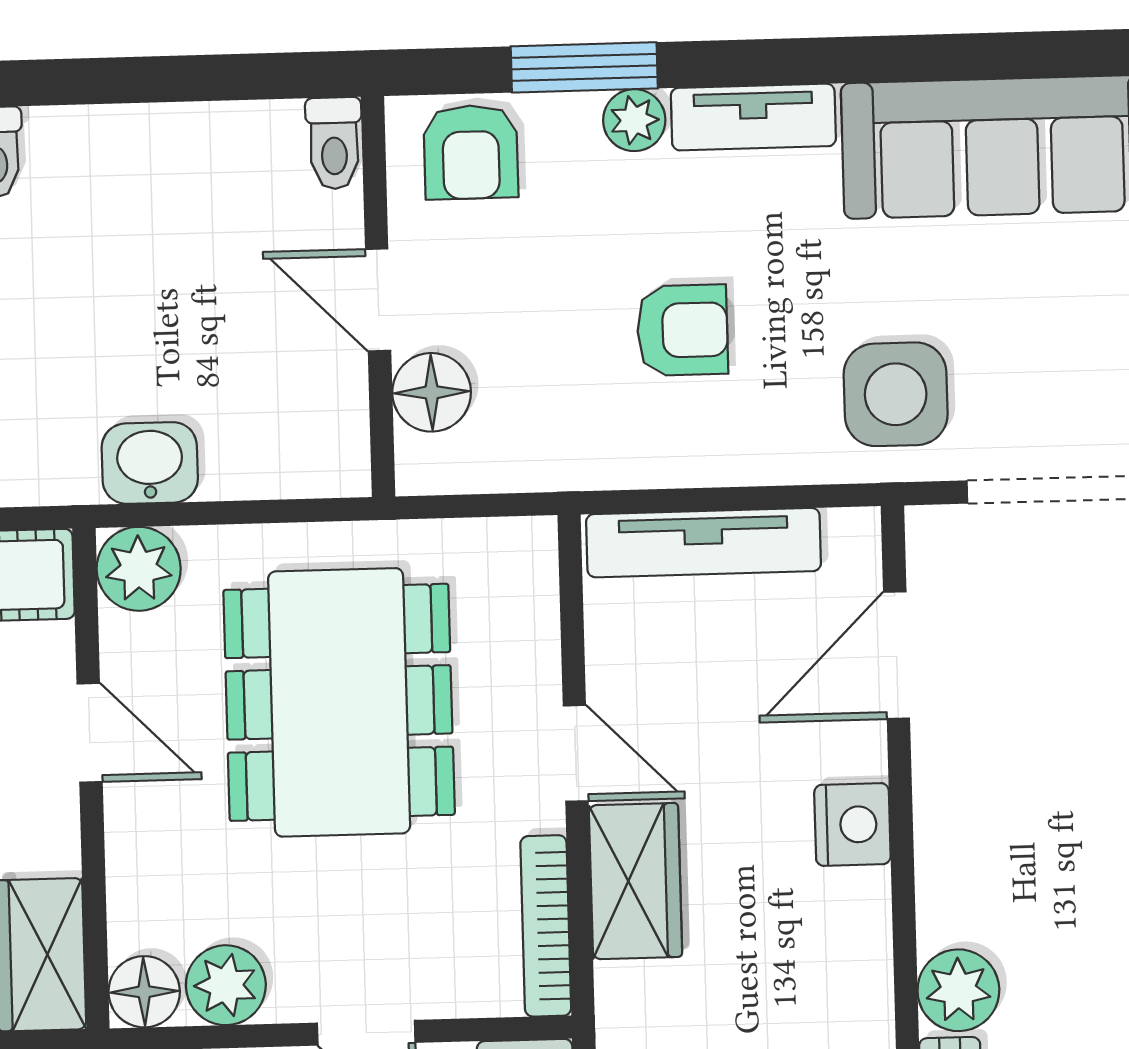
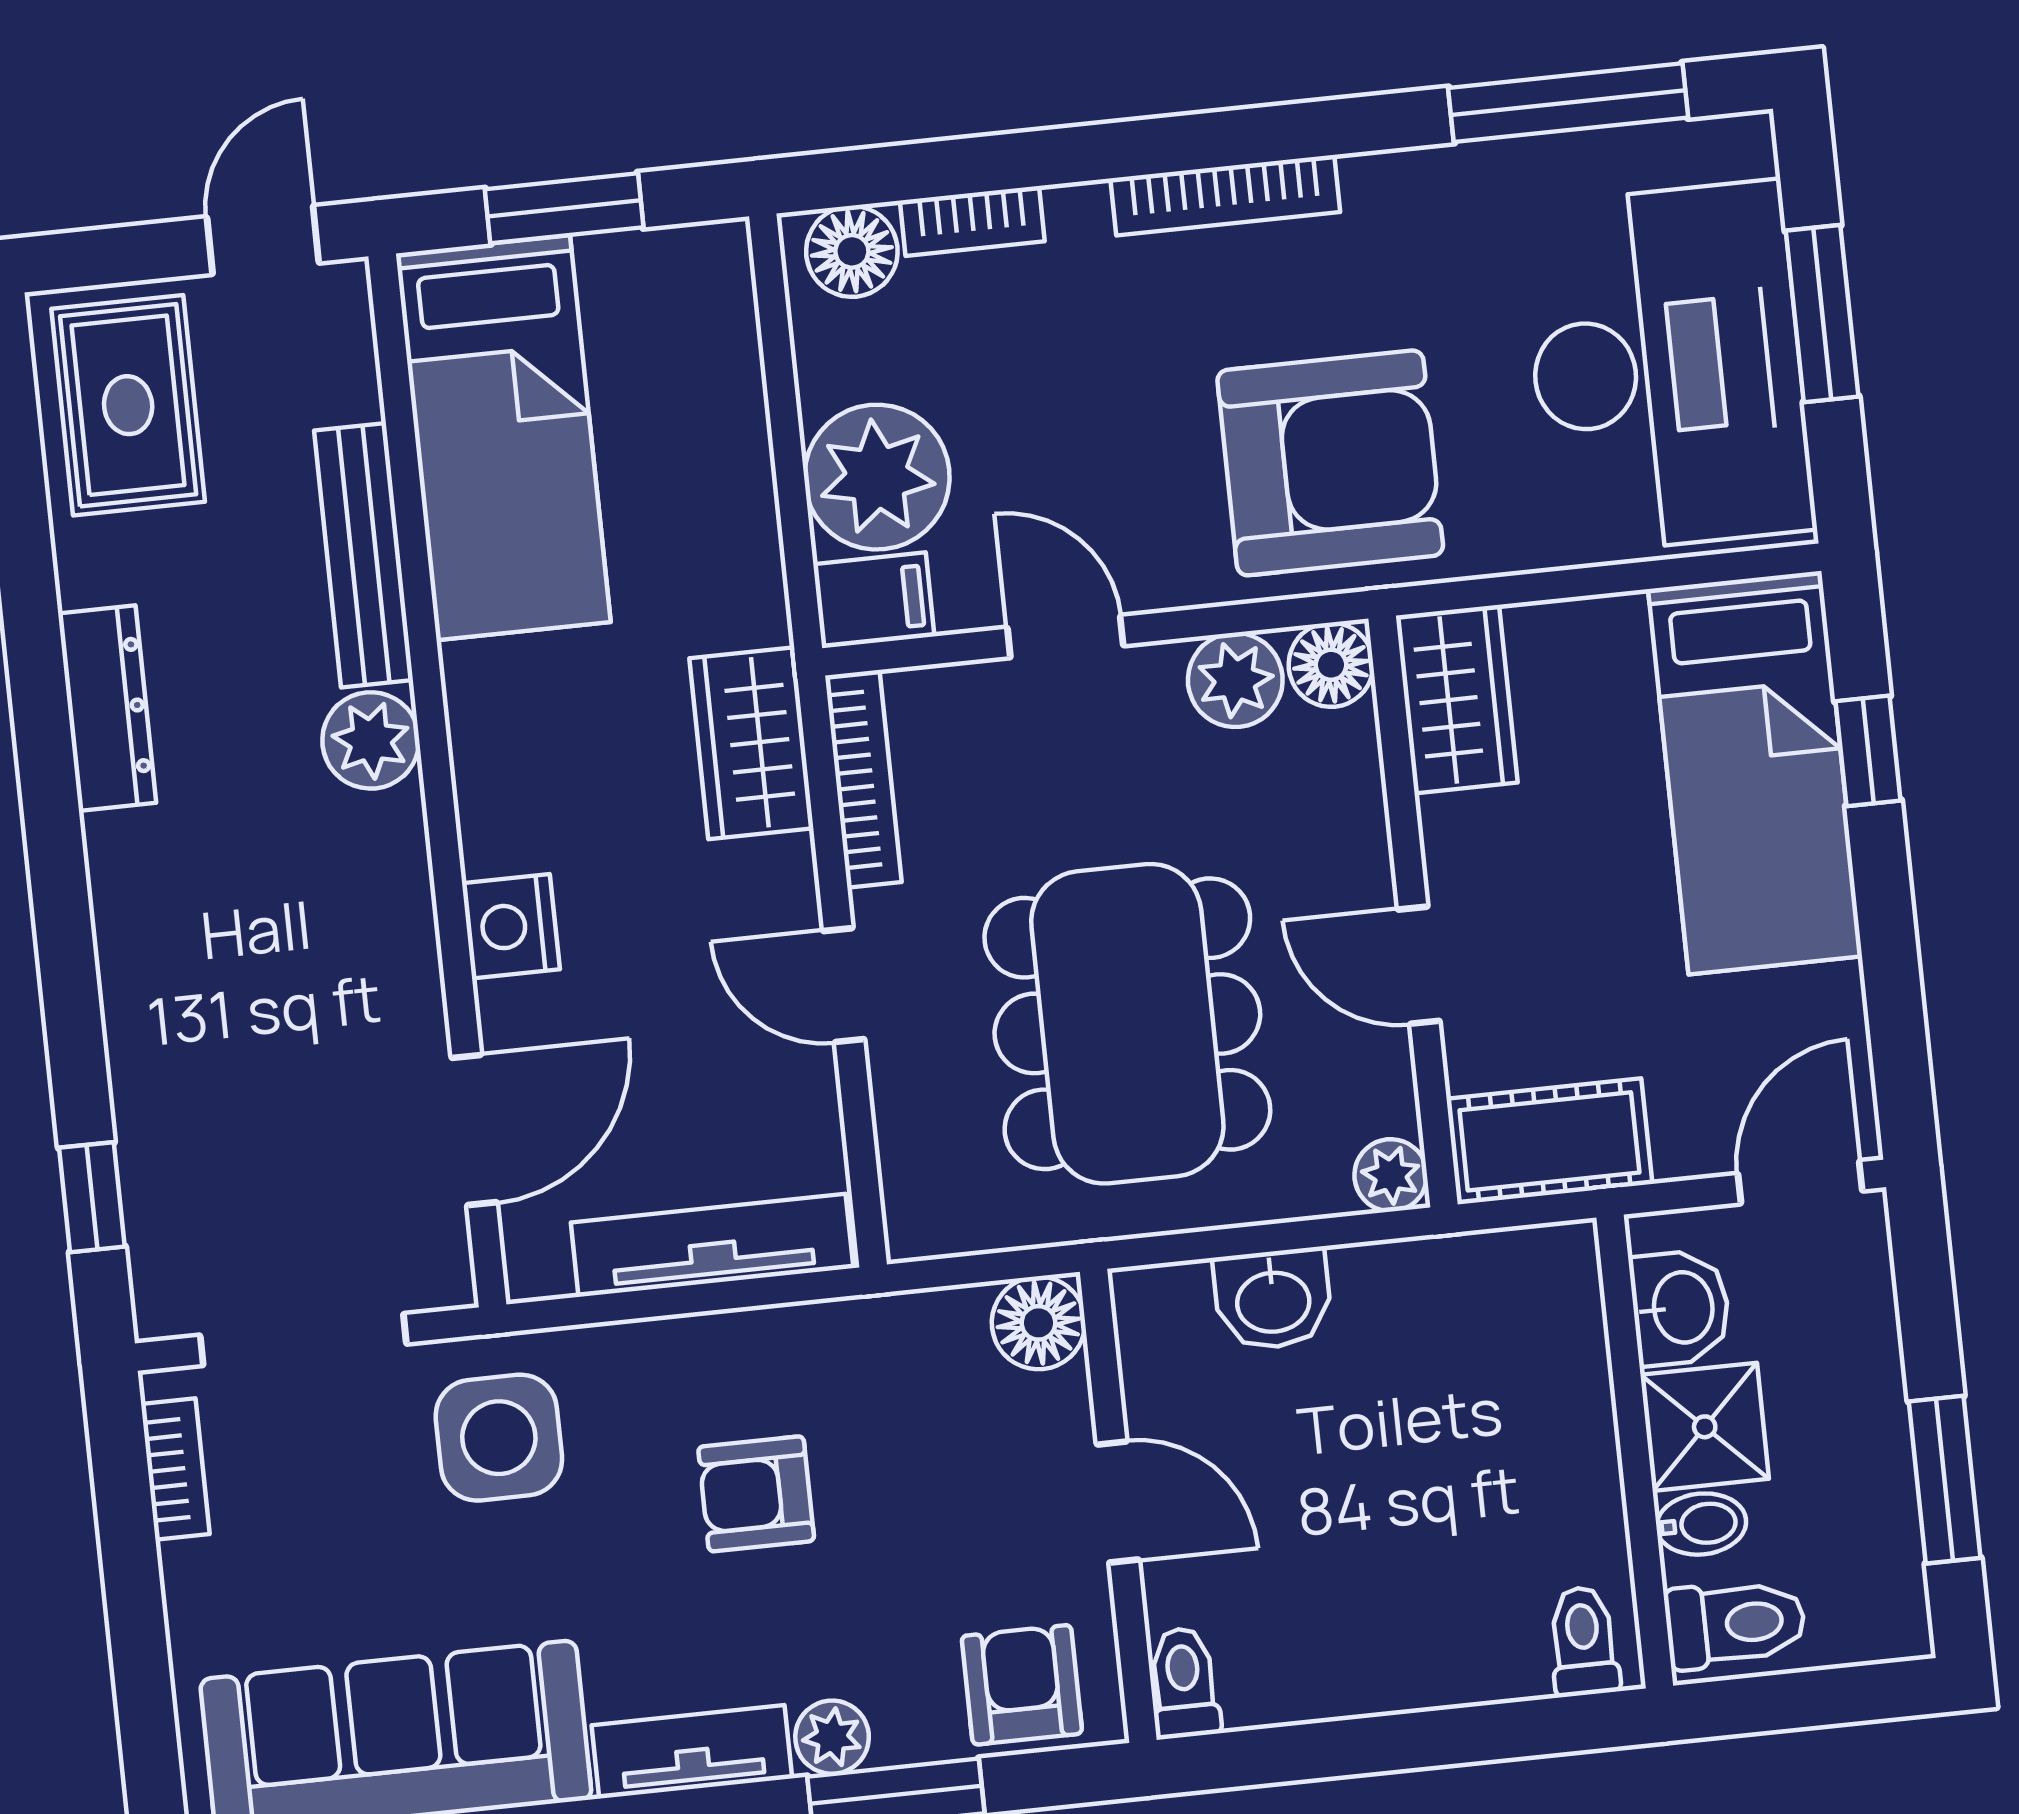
floor lamp: (432, 392) -> (1038, 1323), moved
washbasin: (150, 463) -> (1273, 1299), moved
plant: (139, 569) -> (1391, 1175), width x0.73, depth x0.73
wardrobe: (635, 881) -> (751, 743), moved

